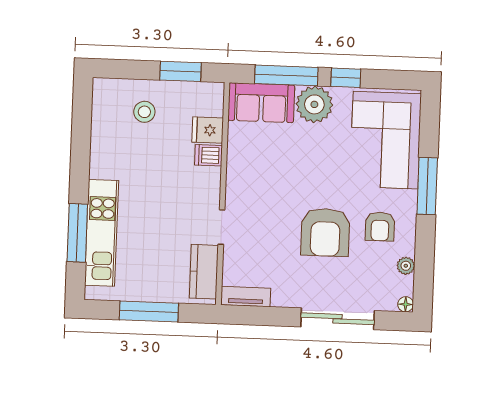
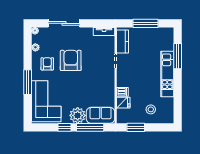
kitchen unit: (102, 233) -> (167, 74), moved

